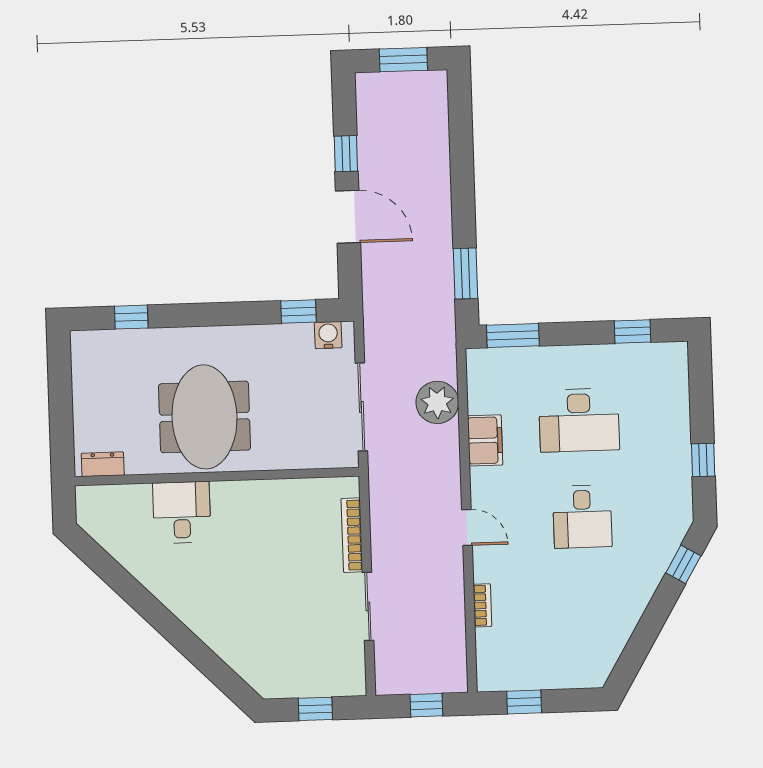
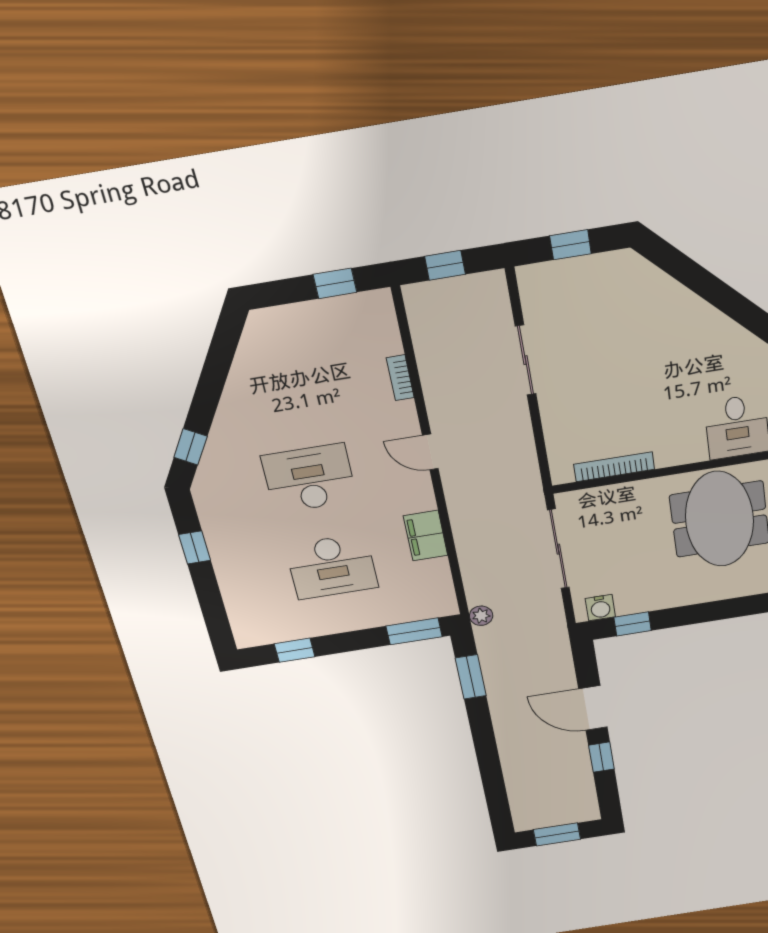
plant: (437, 402) -> (481, 616), moved, width x0.53, depth x0.53
desk: (579, 420) -> (332, 567), turned 180
desk: (582, 517) -> (309, 478), width x1.37
bookcase: (352, 535) -> (614, 467), moved, turned -90

